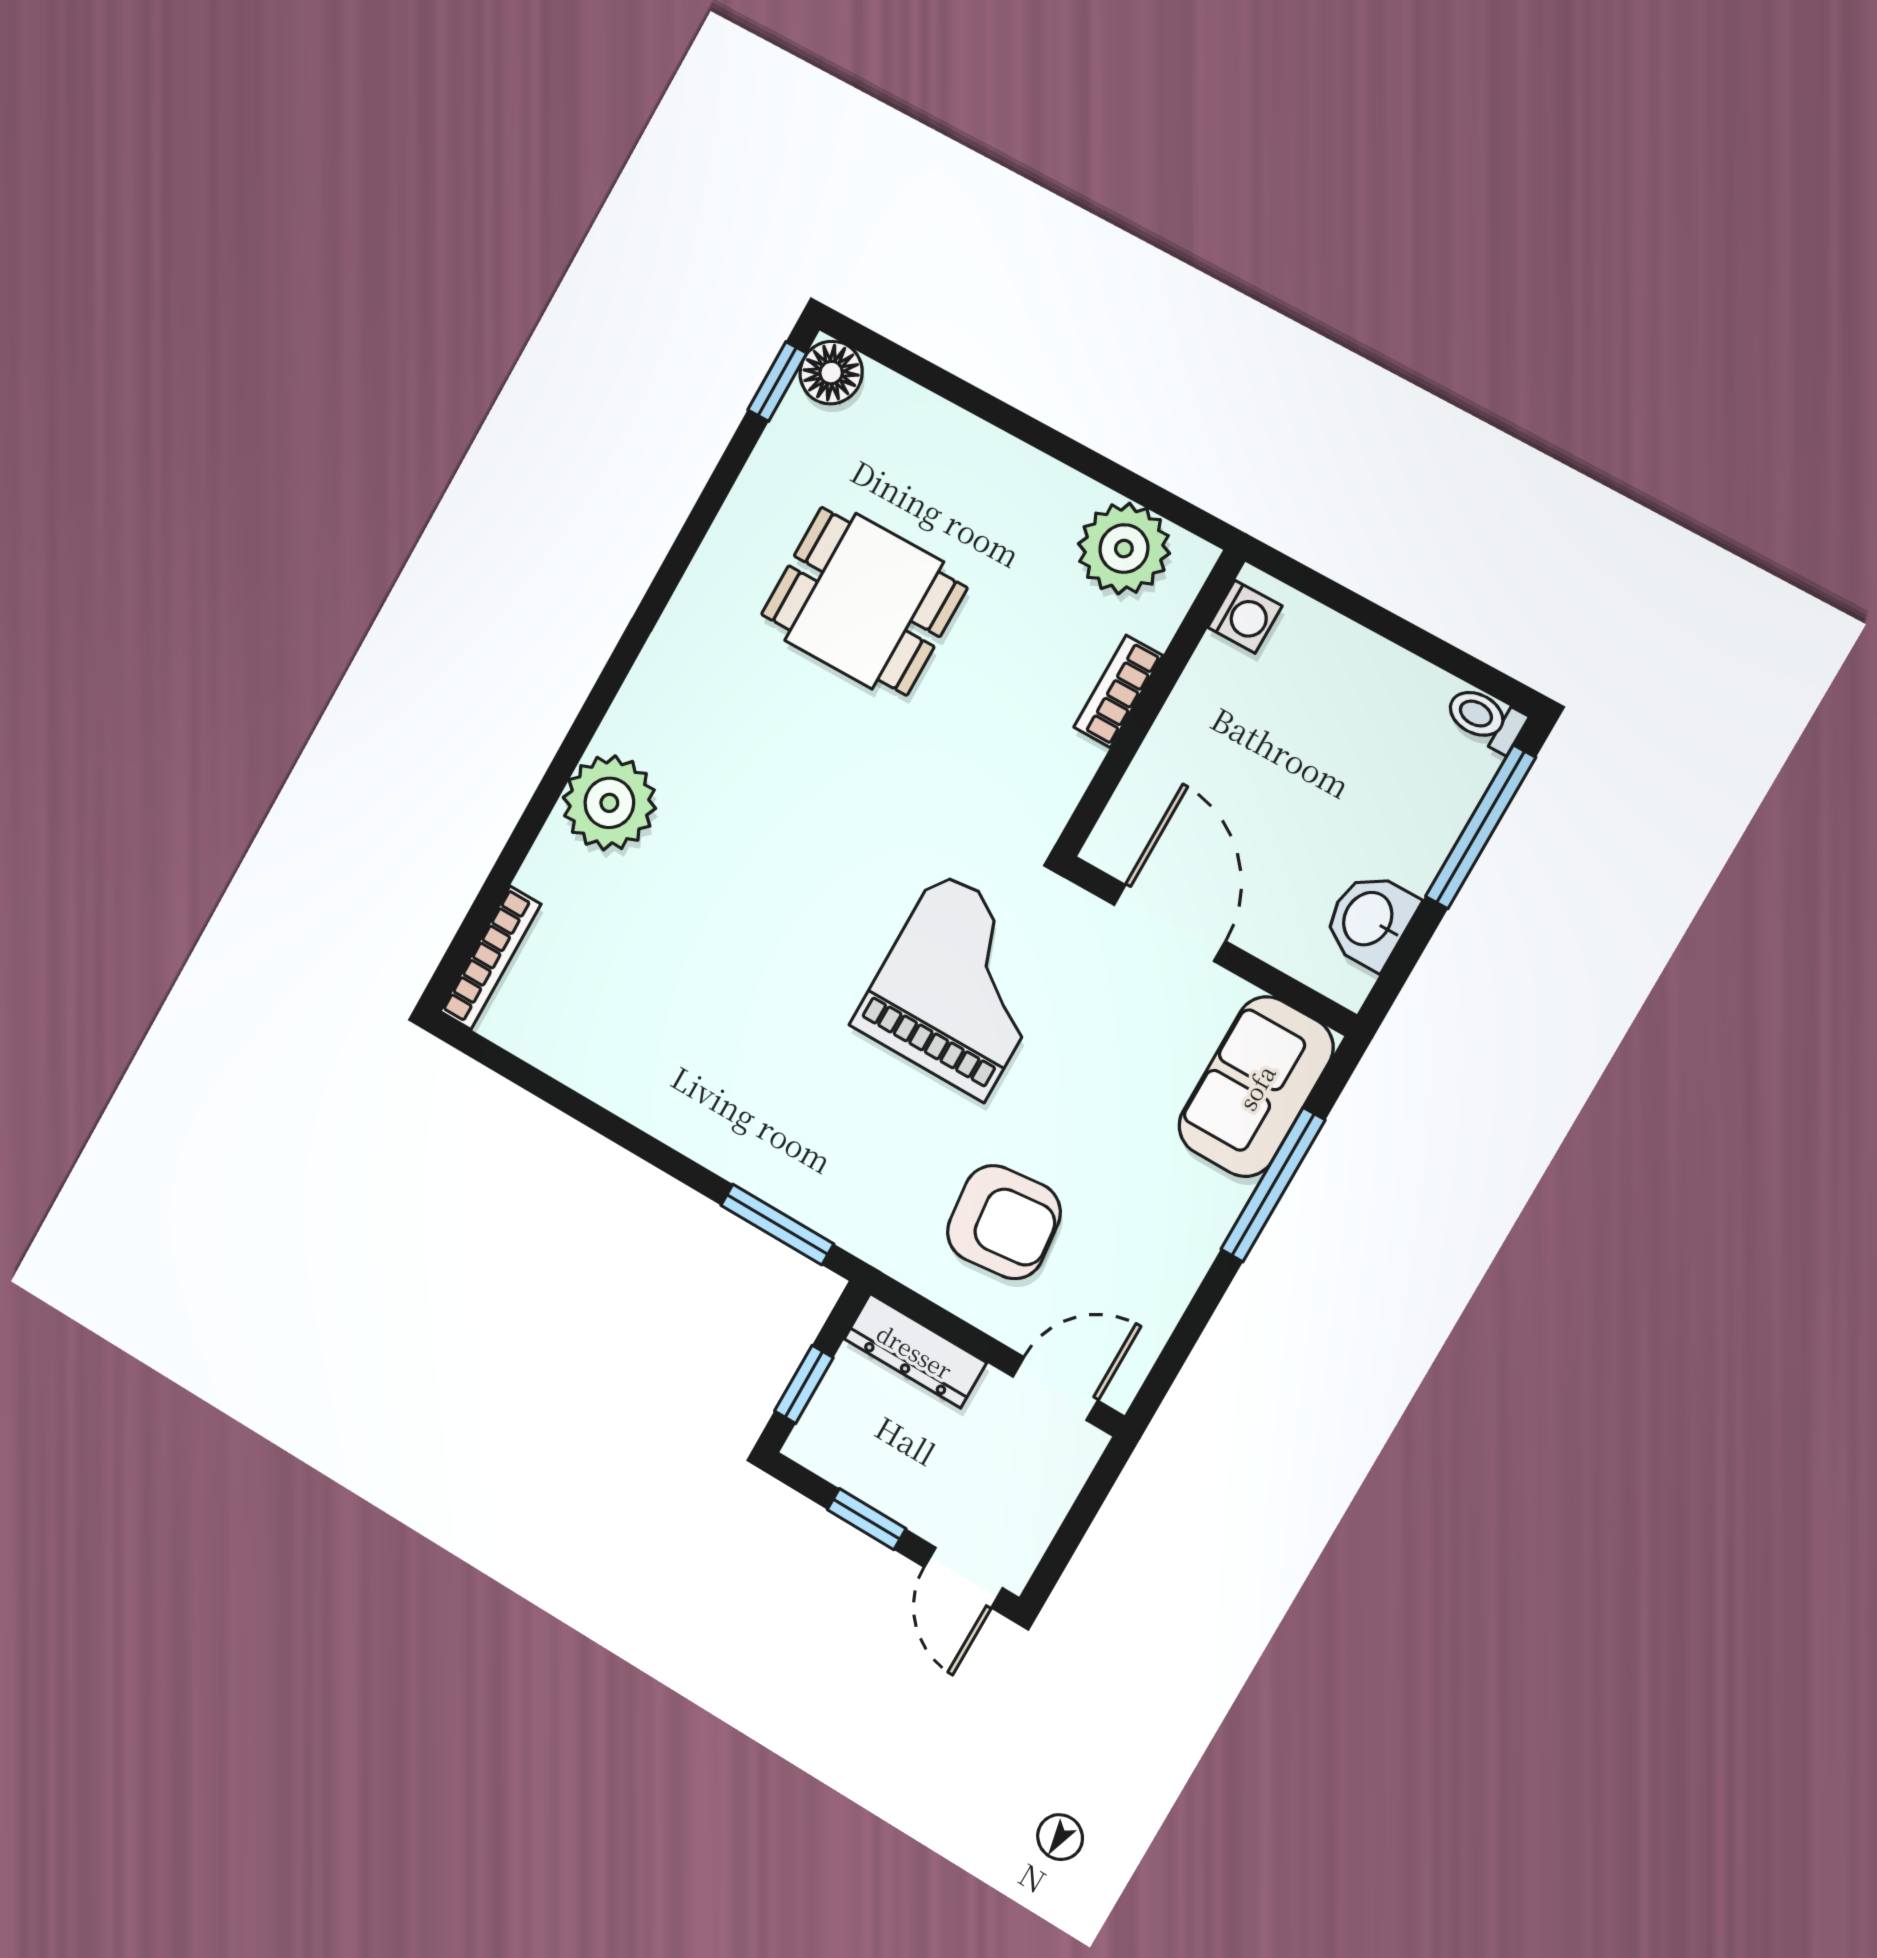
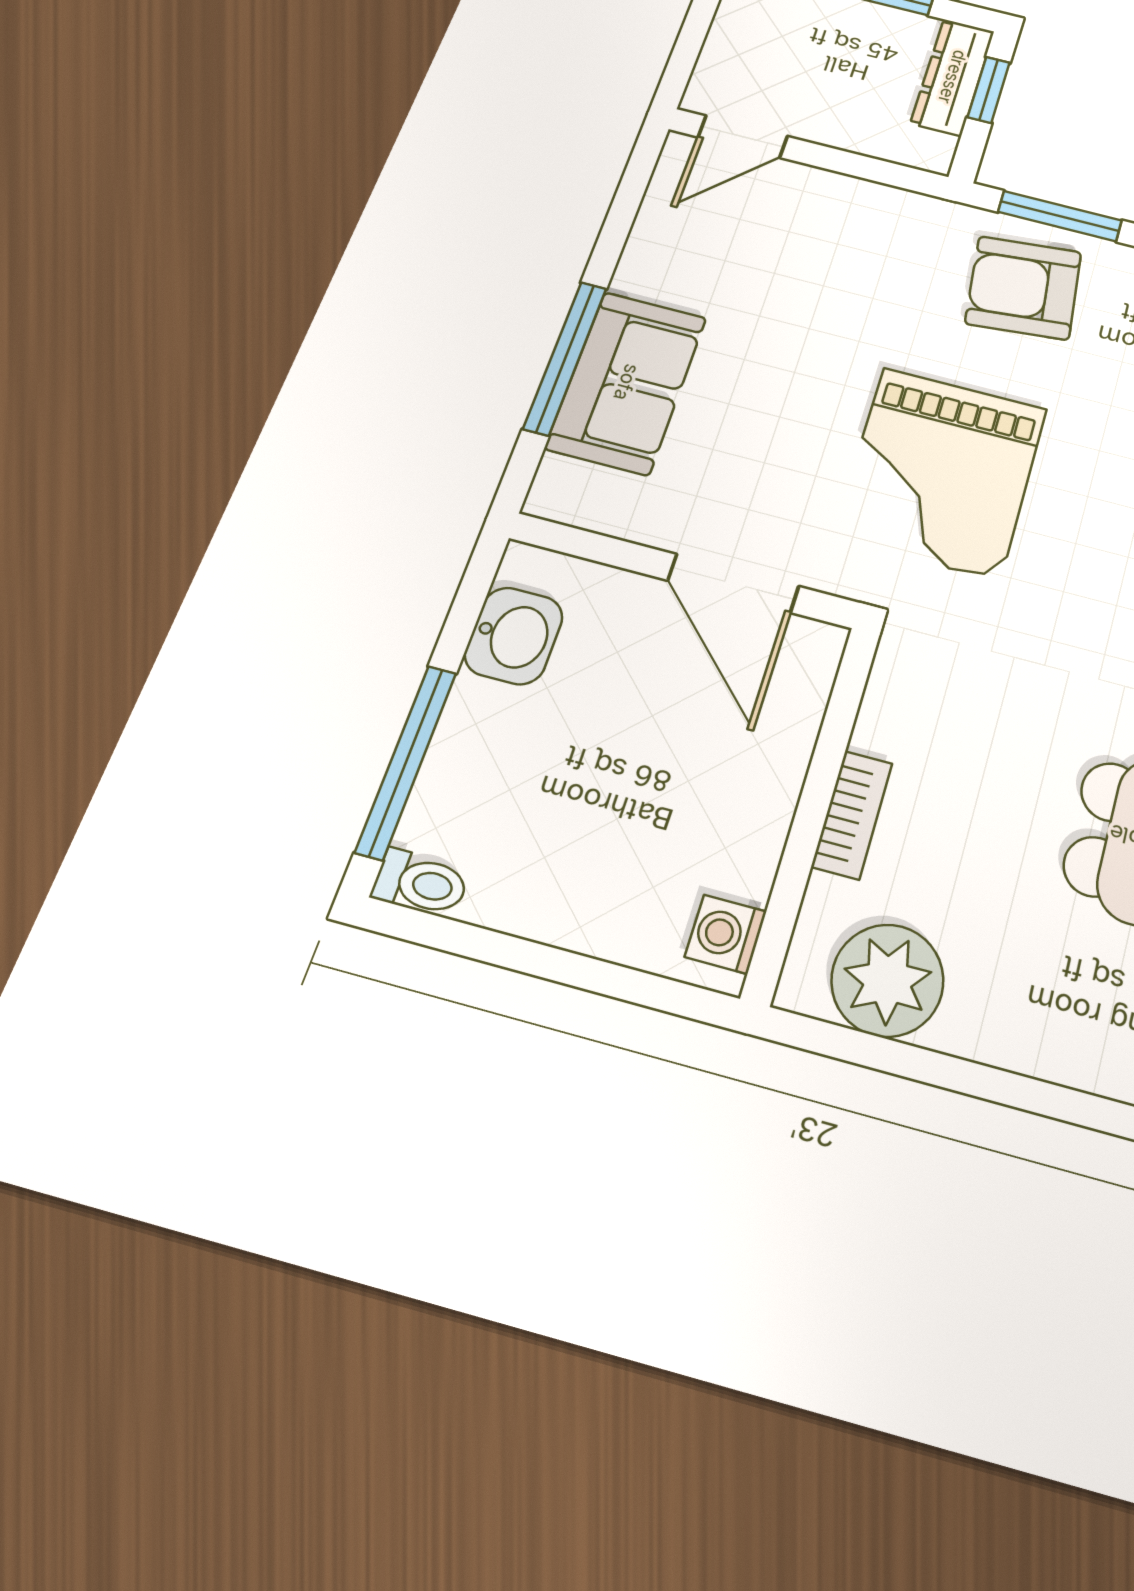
sofa: (1256, 1087) -> (626, 382), moved
armchair: (1004, 1222) -> (1023, 288), moved
dresser: (915, 1351) -> (952, 77), moved, turned -90

